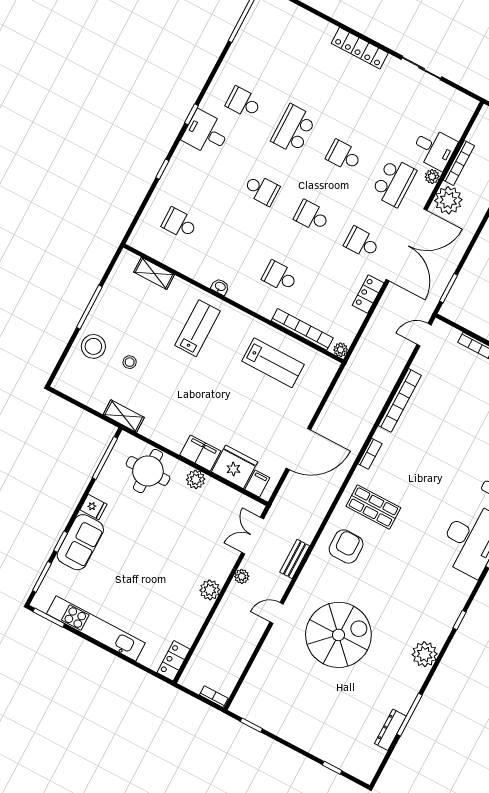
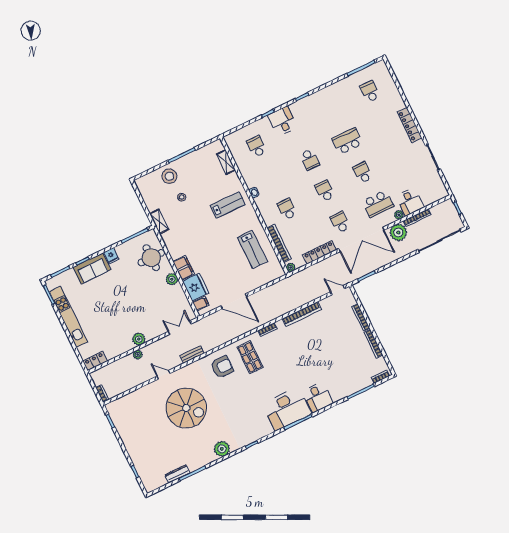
school desk: (243, 103) -> (370, 91), moved
desk: (206, 133) -> (282, 121), moved
locker: (368, 294) -> (319, 252), width x1.53
plant: (242, 576) -> (138, 355), moved

